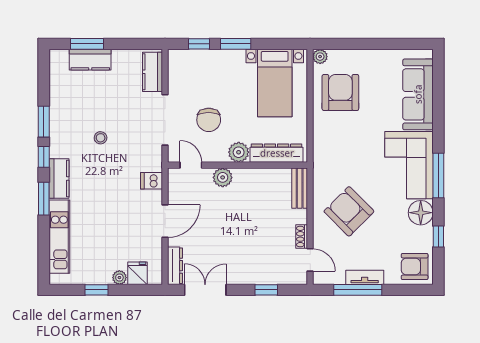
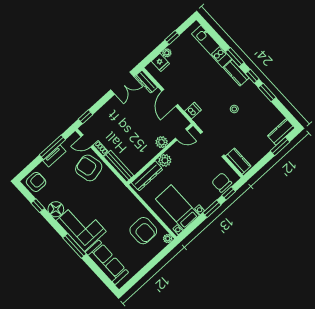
kitchen counter: (90, 60) -> (281, 132), moved
chair: (209, 120) -> (222, 182), moved
window: (438, 176) -> (74, 246), moved
bench: (300, 188) -> (119, 166), width x1.36
armchair: (349, 211) -> (89, 168), moved, turned -148
window: (266, 290) -> (86, 117), moved

